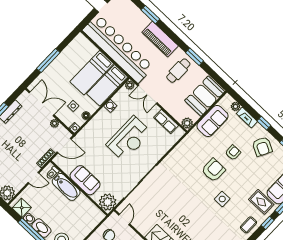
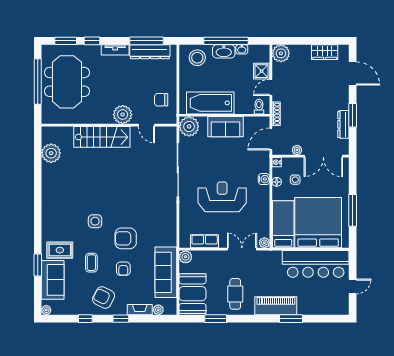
window: (150, 15) -> (291, 319), moved
bar counter: (118, 49) -> (316, 264), width x0.73
window: (194, 57) -> (216, 319), moved
window: (48, 60) -> (353, 210), moved
bed: (92, 73) -> (318, 223), width x2.04
water cooler: (110, 106) -> (264, 179), moved
sofa: (213, 121) -> (166, 272), width x1.36
reception desk: (129, 139) -> (222, 197), turned 90
armchair: (213, 170) -> (126, 238), turned 90
bathtub: (66, 187) -> (210, 103), moved, width x1.36, depth x1.36
shower: (22, 208) -> (262, 71), moved
door: (124, 219) -> (146, 125), moved
window: (268, 223) -> (38, 238), removed
coffee table: (249, 225) -> (91, 263), moved

